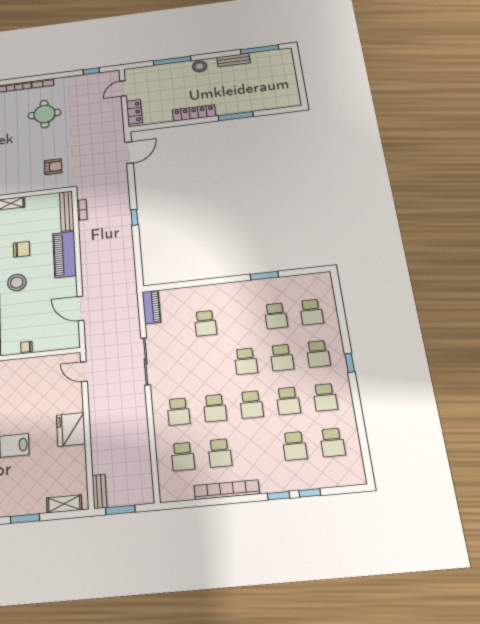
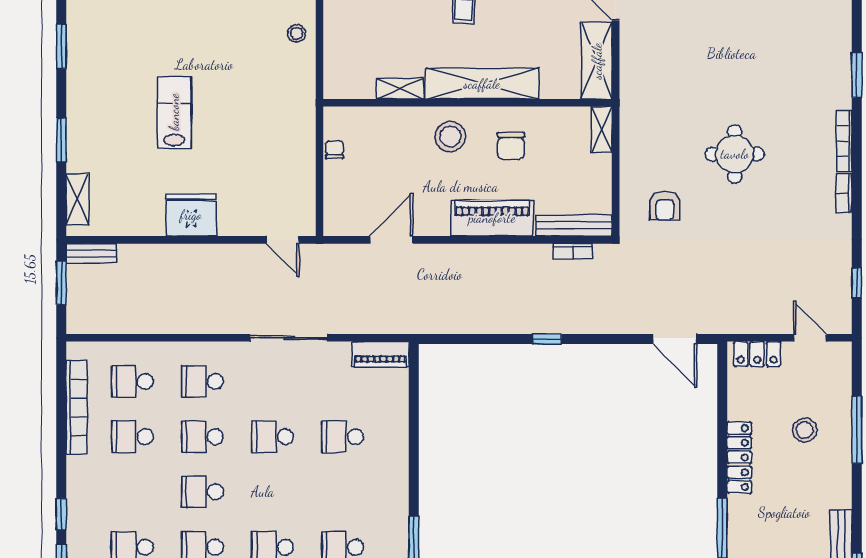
stool: (199, 66) -> (805, 430), moved
round table: (44, 114) -> (735, 154), moved
school desk: (246, 361) -> (273, 437), moved
door: (84, 372) -> (283, 240), swing flipped
bookcase: (227, 490) -> (77, 407), moved

